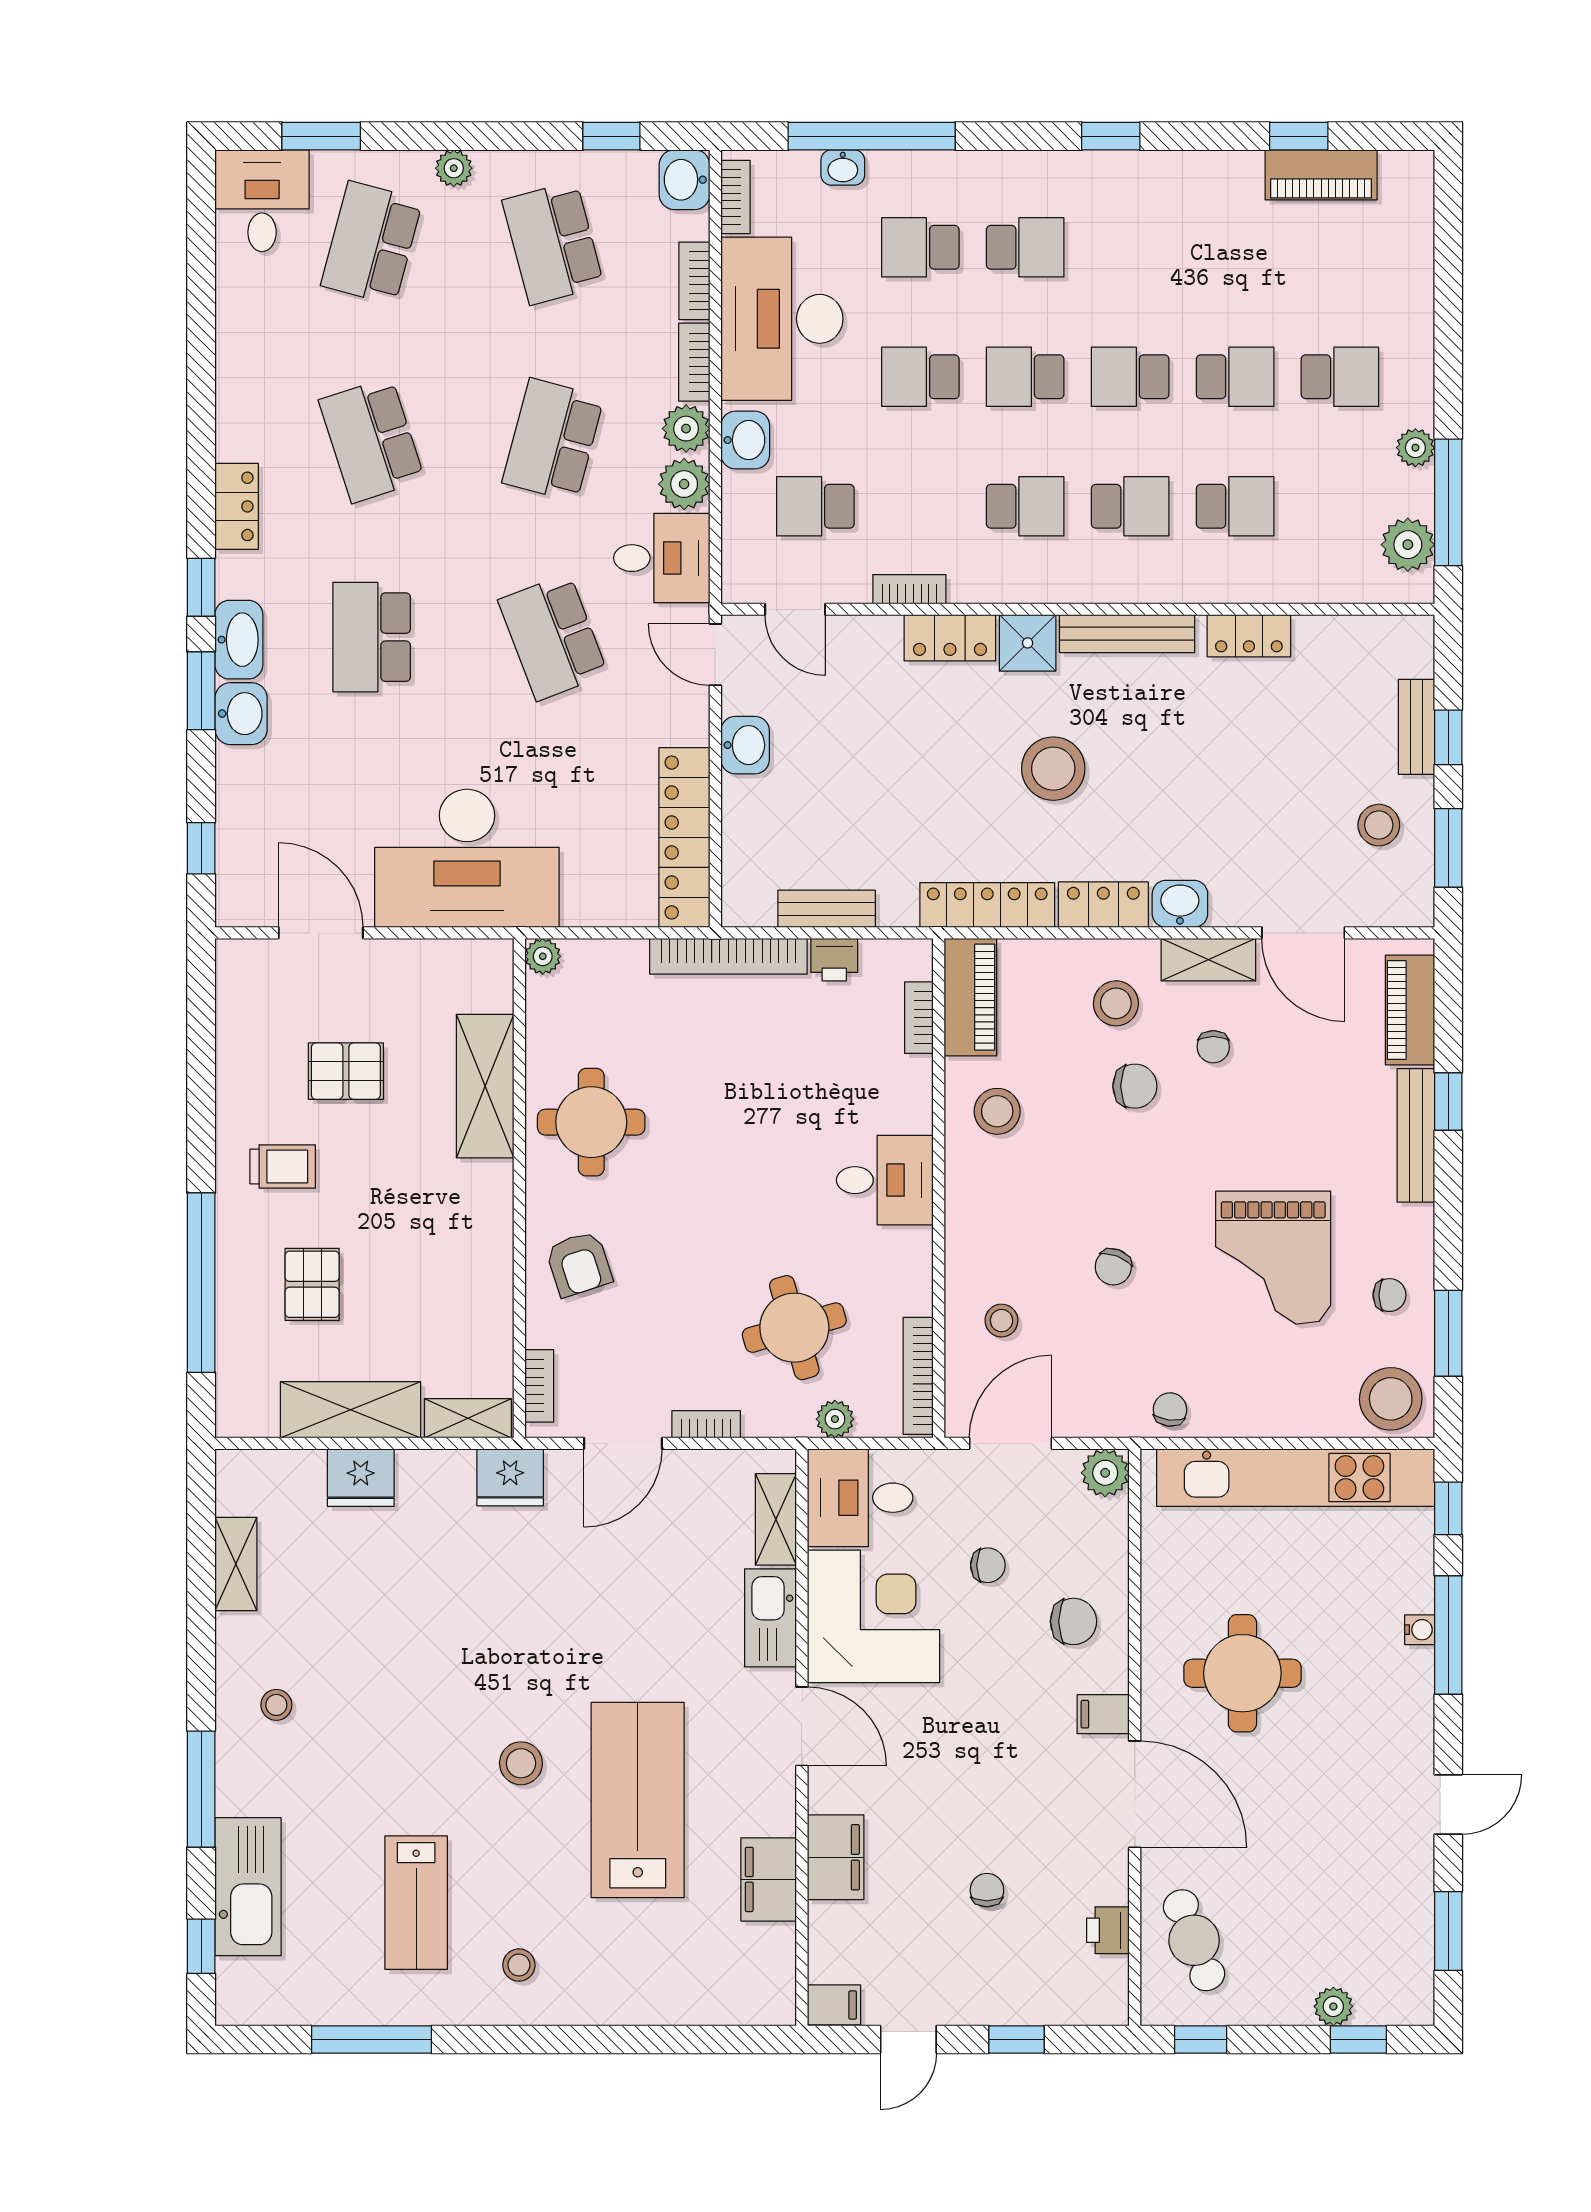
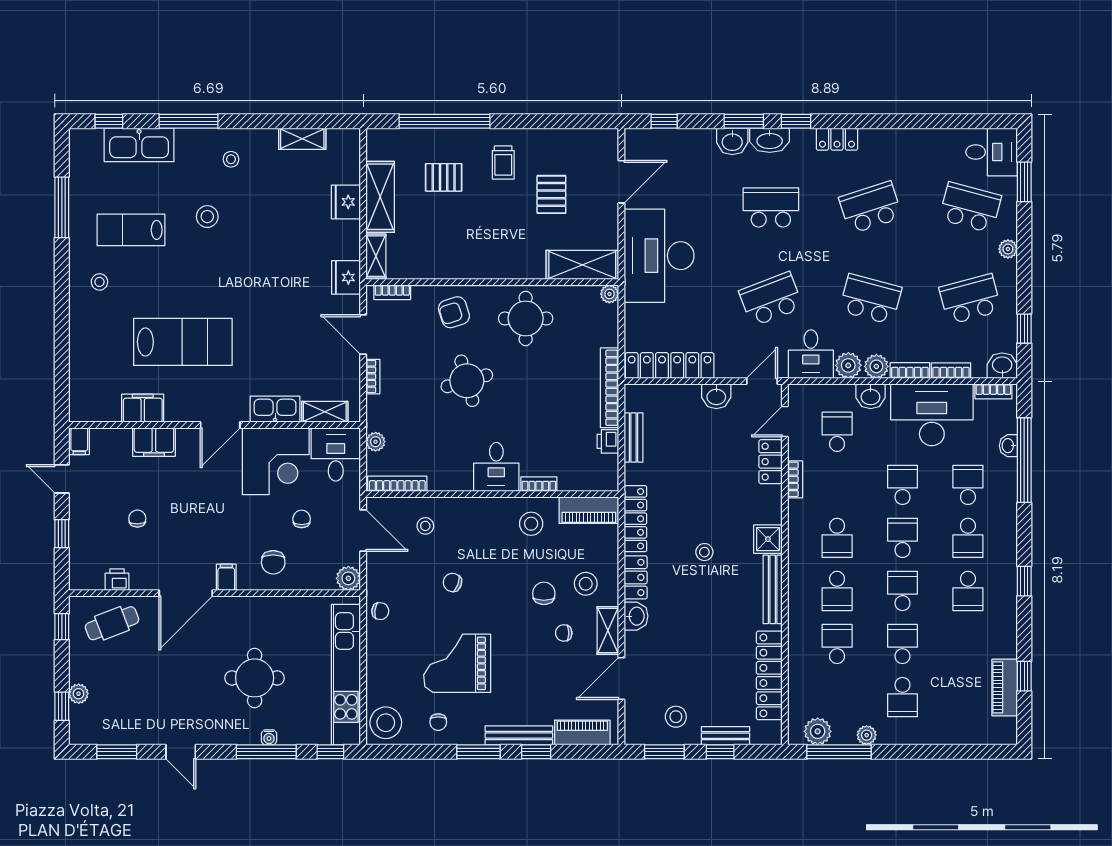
school desk: (1130, 247) -> (968, 591), added
school desk: (1235, 377) -> (902, 644), turned 180
school desk: (1235, 506) -> (837, 644), turned 180
locker: (1249, 636) -> (769, 675), width x2.16, depth x1.21
locker: (950, 638) -> (771, 462), moved
stool: (1053, 769) -> (704, 552), width x0.53, depth x0.53
bookcase: (919, 1018) -> (539, 484), moved
shelving: (485, 1086) -> (582, 265), moved
chair: (1135, 1086) -> (544, 593), turned 180
round table: (794, 1328) -> (467, 381), moved
window: (1448, 1333) -> (479, 752), moved
chair: (988, 1565) -> (302, 519), turned 180
round table: (1242, 1673) -> (255, 678), moved
stool: (521, 1763) -> (207, 217), moved
chair: (987, 1890) -> (137, 519), turned -91

